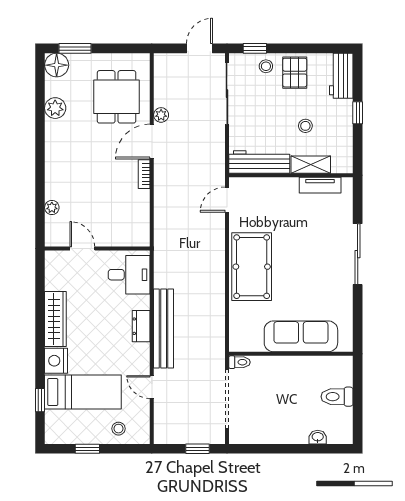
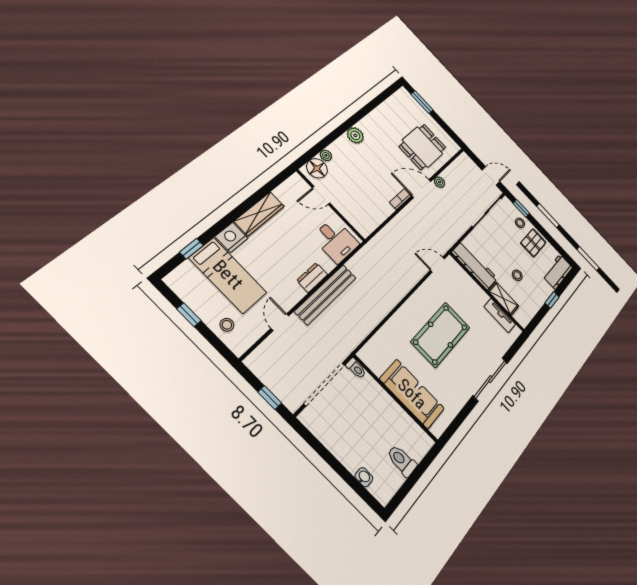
floor lamp: (57, 65) -> (317, 168), moved
plant: (55, 108) -> (355, 135), moved
door: (82, 249) -> (321, 195), swing flipped
pool table: (252, 267) -> (441, 335), moved

